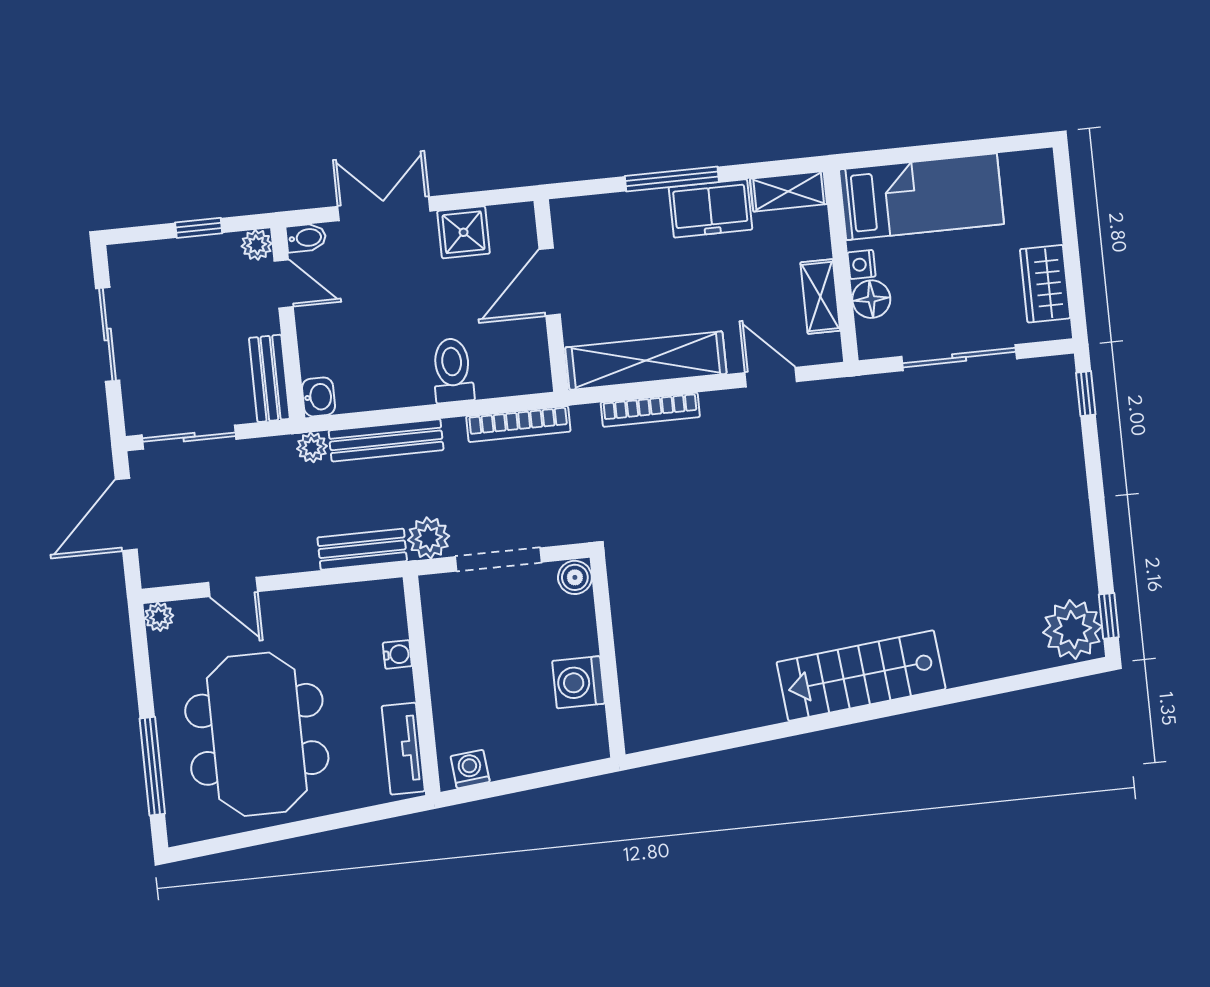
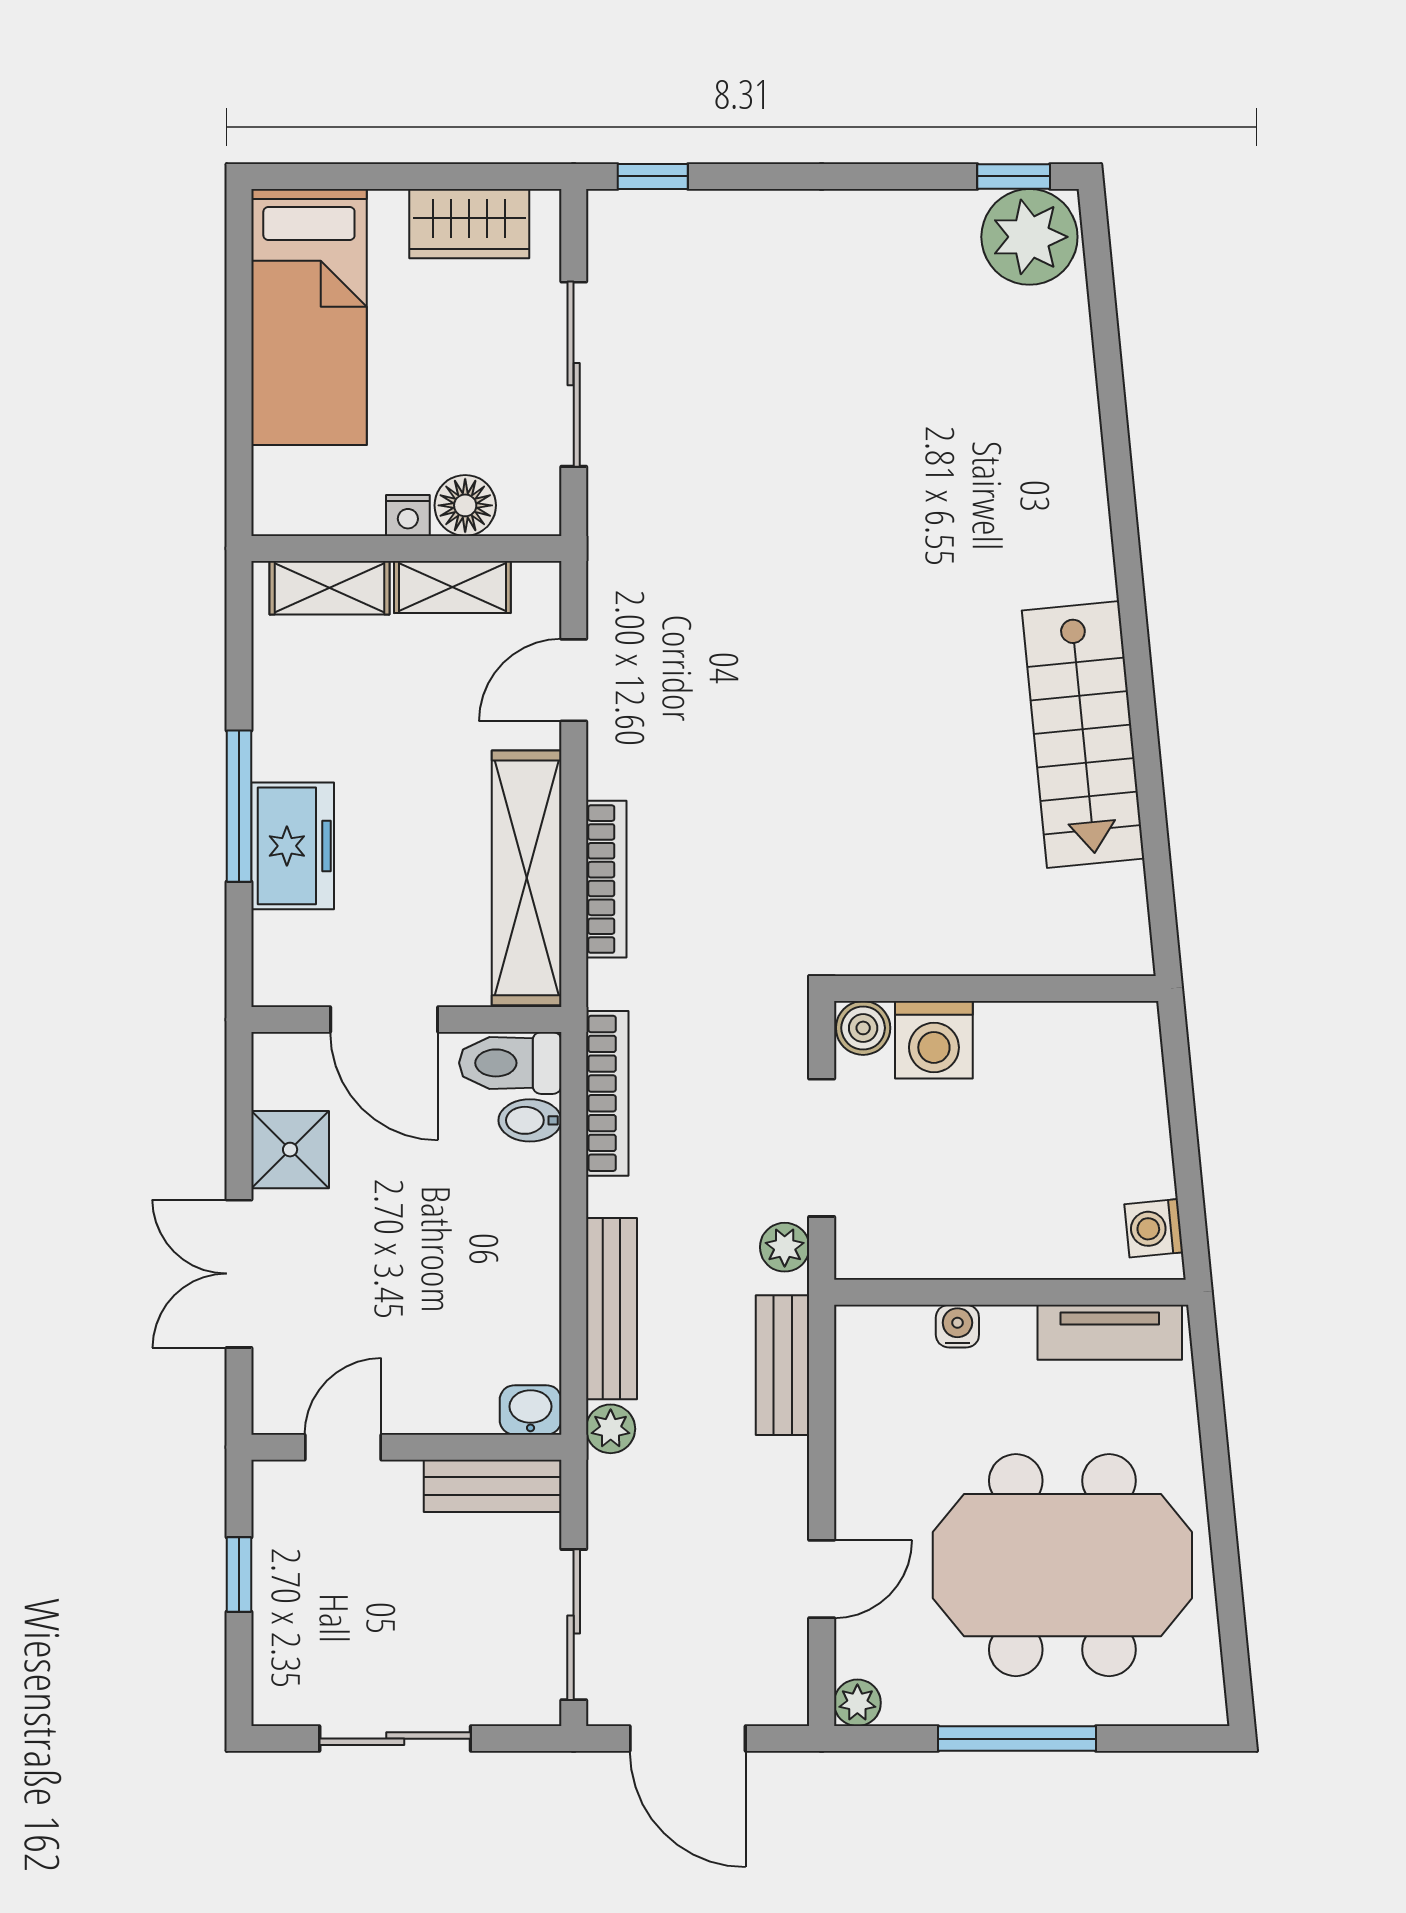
shelving: (789, 191) -> (330, 588), moved, turned 90
bed: (921, 197) -> (309, 317), moved, turned 180
freezer: (710, 208) -> (293, 846), moved
bidet: (306, 238) -> (530, 1120), moved, turned -90
plant: (257, 245) -> (276, 1484), removed
toilet: (453, 370) -> (510, 1063), moved
plant: (429, 538) -> (785, 1247), width x0.73, depth x0.73
stairs: (861, 676) -> (1083, 734), moved
washing machine: (578, 682) -> (934, 1040), moved
window: (152, 766) -> (1017, 1739), moved

